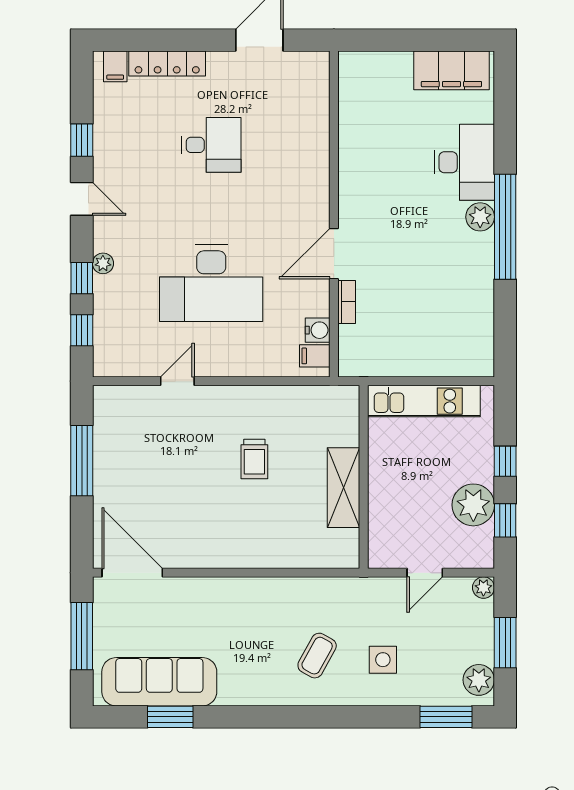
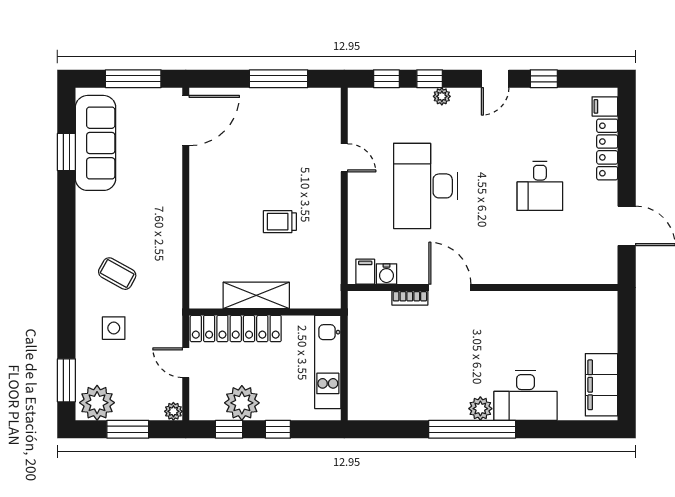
locker: (384, 512) -> (236, 329), added
plant: (479, 680) -> (97, 403), width x1.36, depth x1.36

